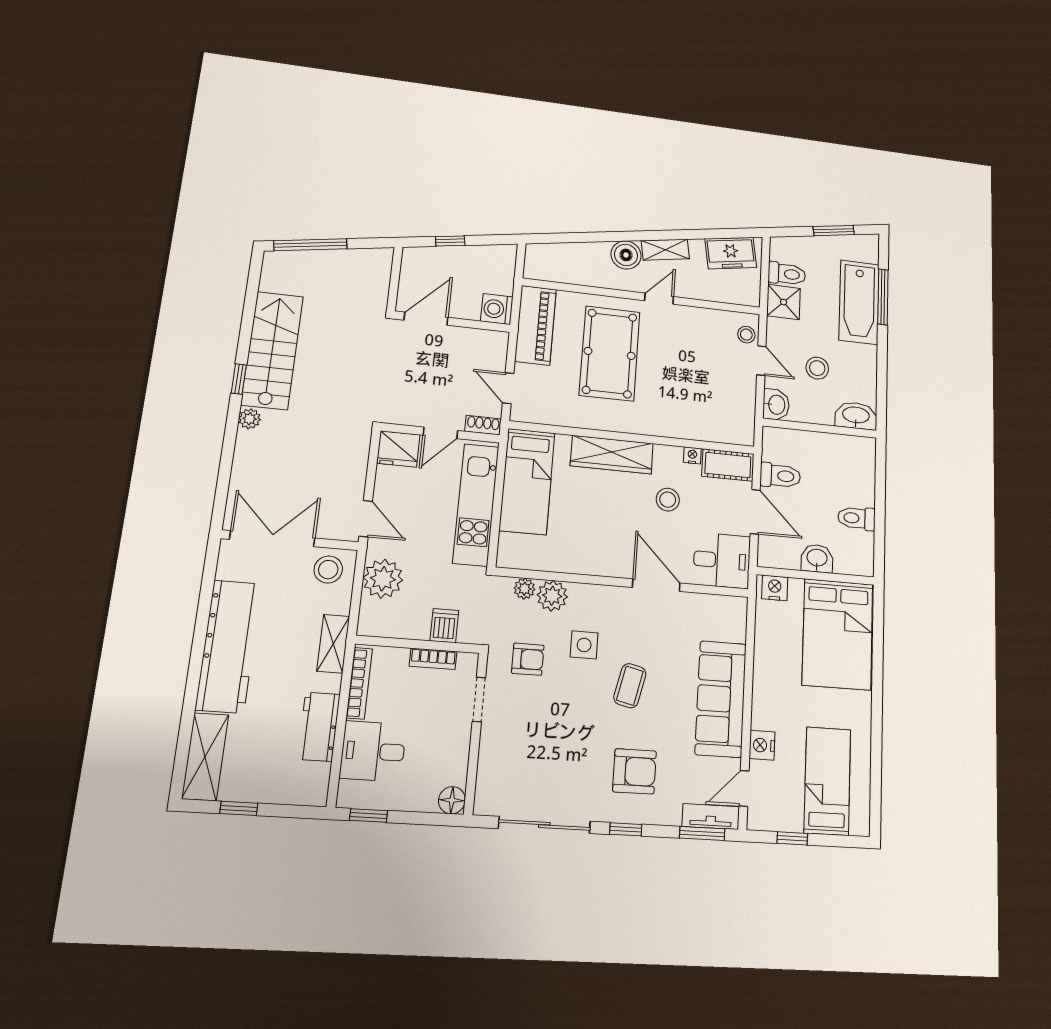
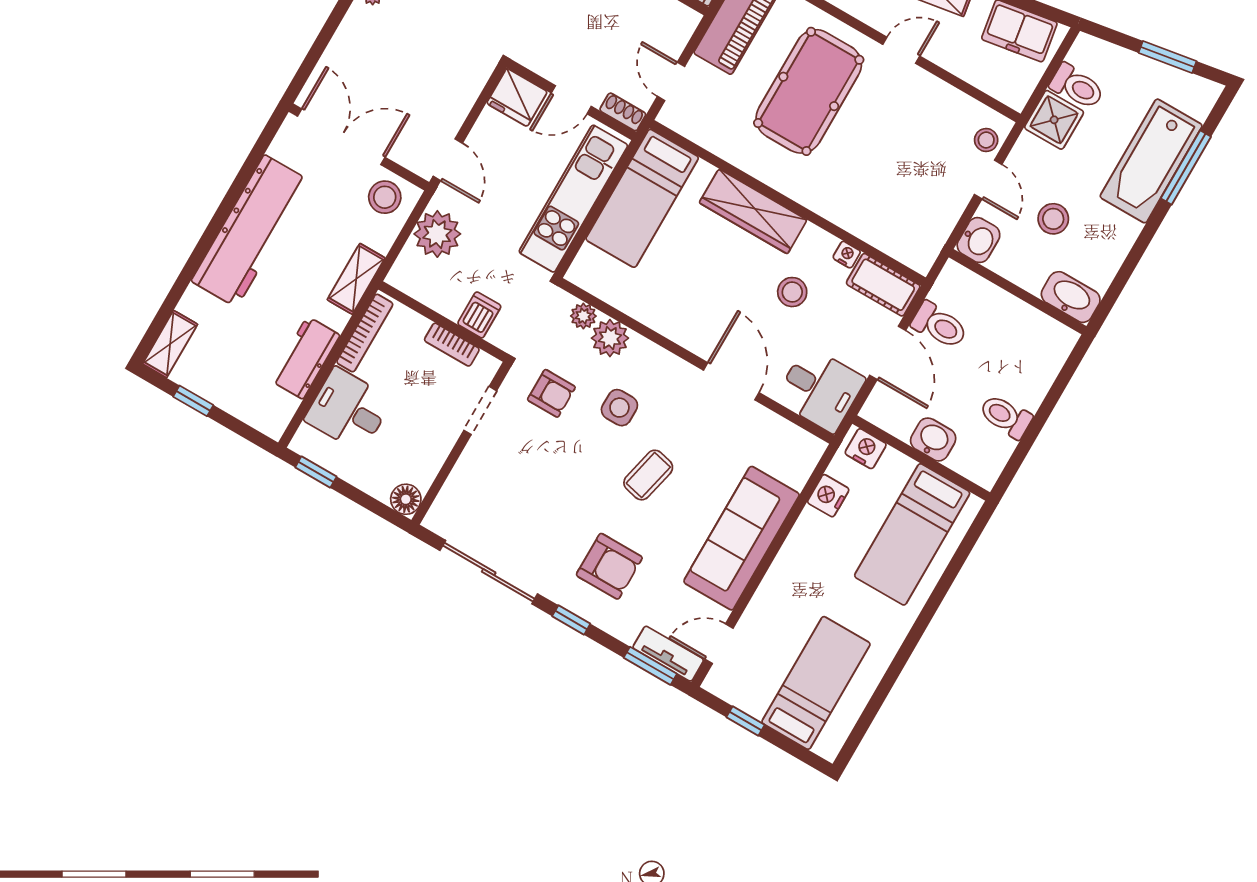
bed: (838, 634) -> (912, 534), width x0.67
nightstand: (762, 745) -> (828, 496), moved
shelving: (205, 757) -> (170, 344), width x0.67, depth x0.75

